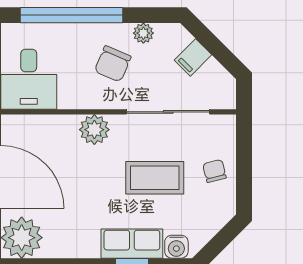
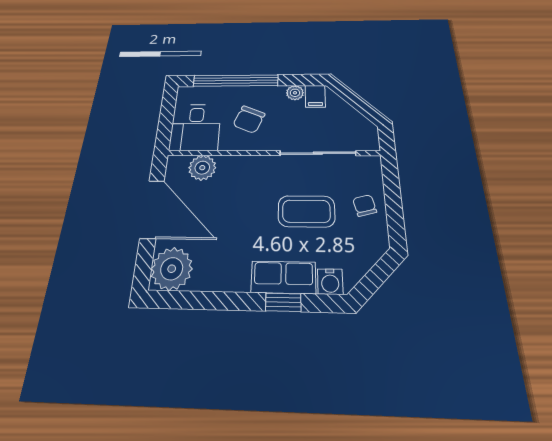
filing cabinet: (193, 57) -> (315, 96), moved, turned -45
chair: (113, 64) -> (249, 119), moved
plant: (94, 130) -> (202, 168), moved

